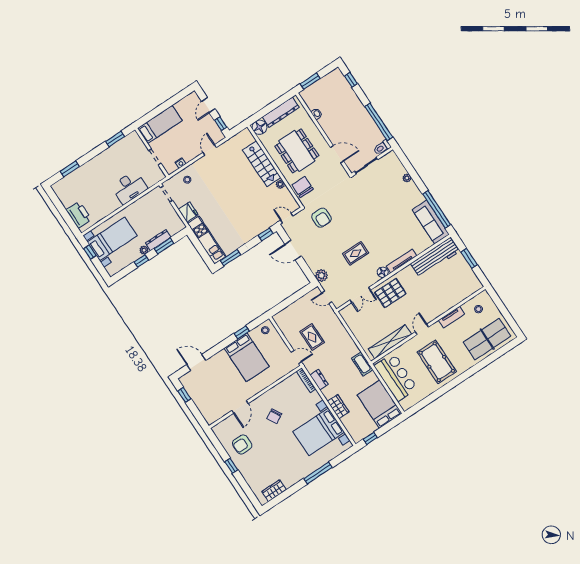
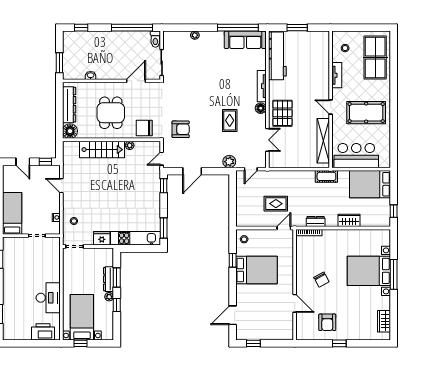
dining table: (297, 151) -> (111, 113), width x0.73
desk: (129, 187) -> (48, 298), moved
bed with nightstands: (319, 432) -> (369, 271), moved, turned 90

